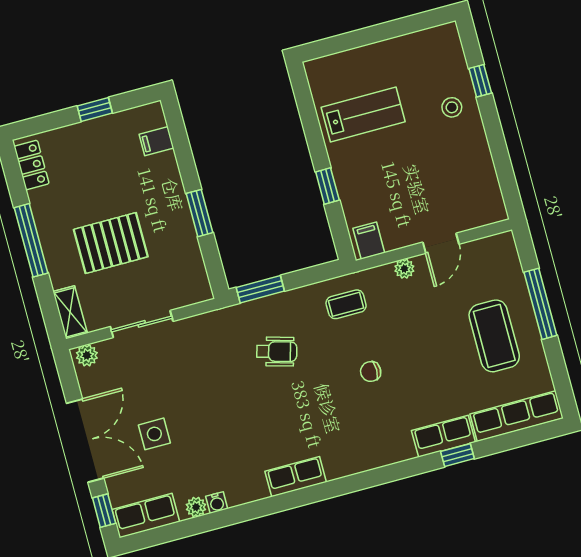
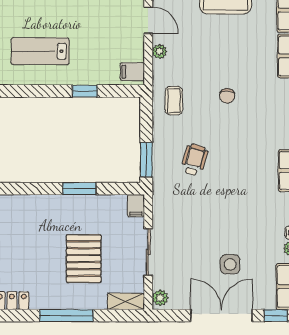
lab bench: (363, 115) -> (40, 51), turned -90
filing cabinet: (156, 141) -> (136, 206), moved

